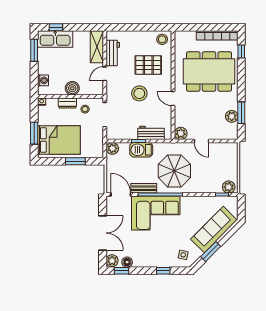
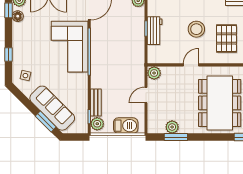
workbench: (151, 133) -> (155, 31), moved
barbecue: (141, 150) -> (126, 126), moved, turned 90
parasol: (174, 171) -> (114, 66), removed
bench: (144, 188) -> (96, 103), moved
window: (211, 252) -> (46, 122), moved

